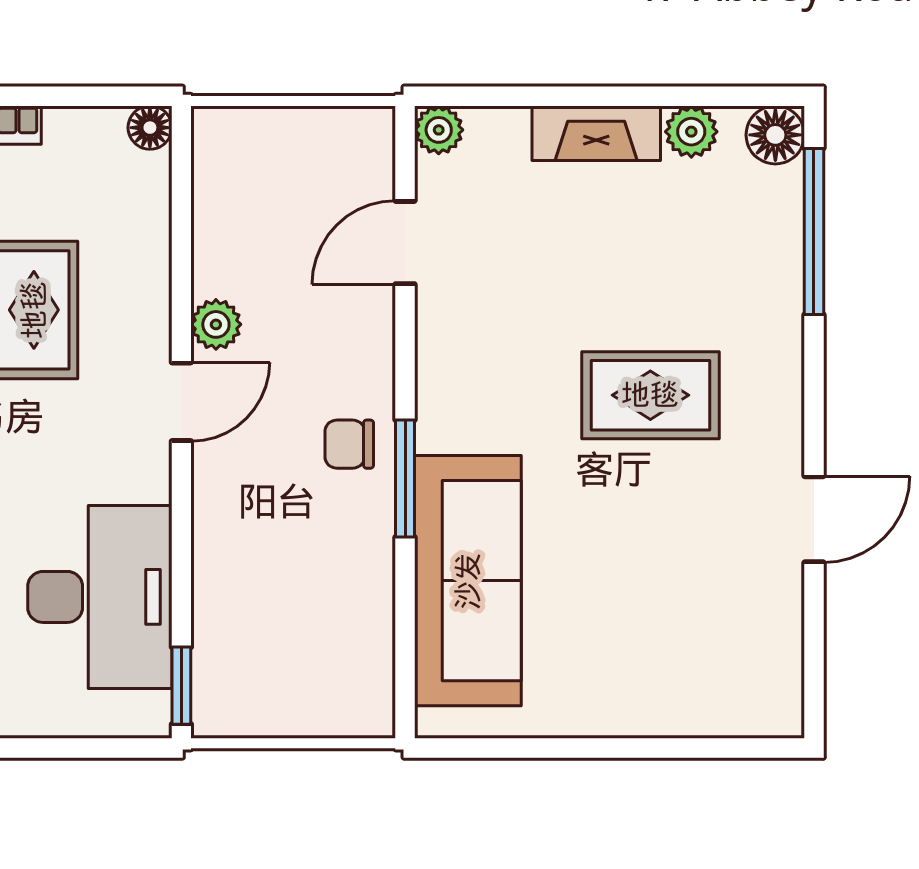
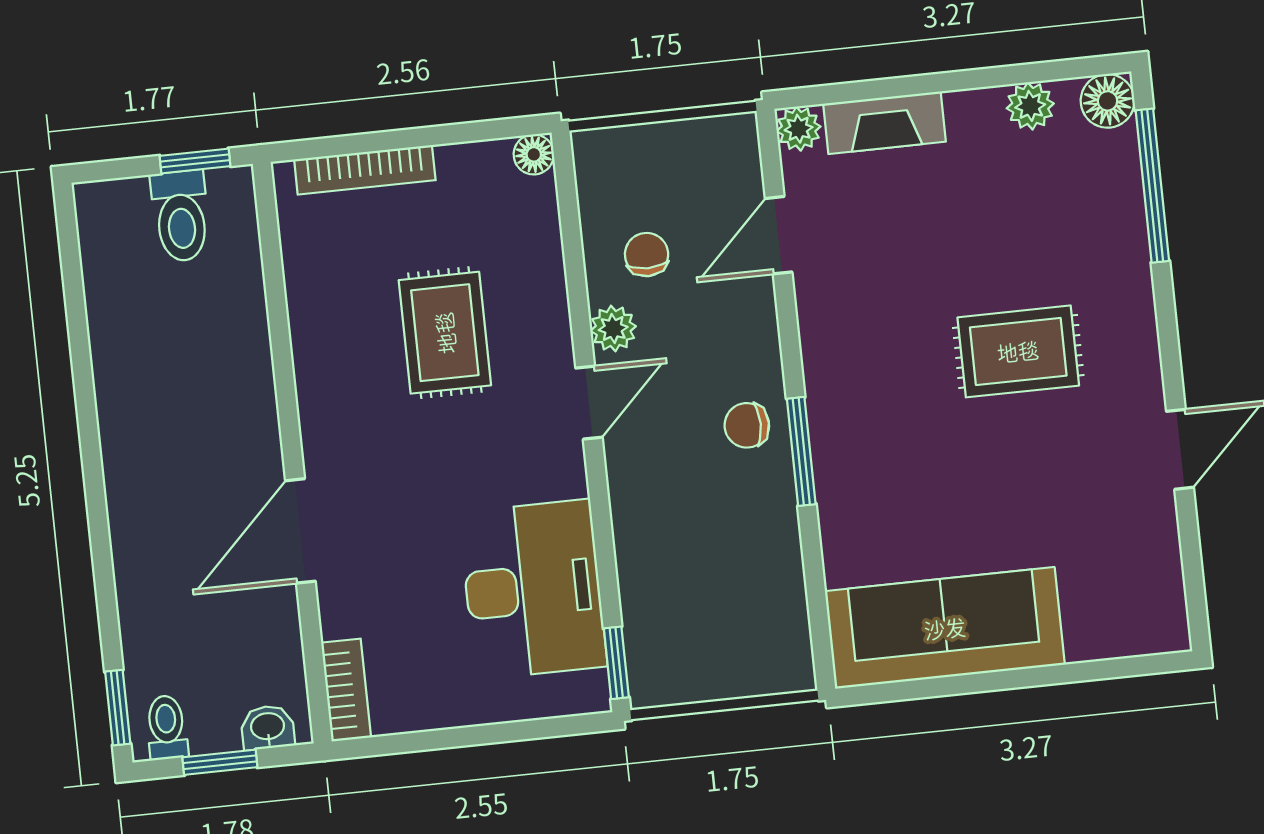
fireplace: (596, 133) -> (884, 123), moved
chair: (260, 248) -> (647, 255), added
sofa: (468, 581) -> (945, 628), moved, turned -90

